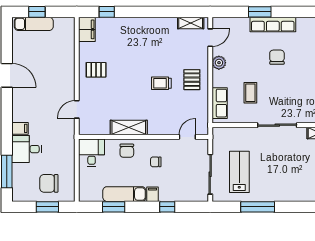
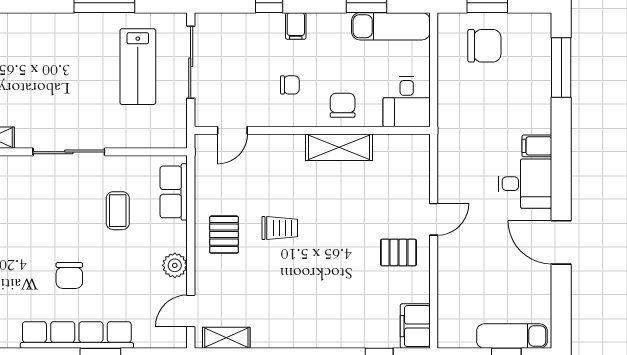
row of seats: (273, 24) -> (77, 335), width x1.36
door: (77, 109) -> (434, 219), moved
desk: (27, 149) -> (525, 184), moved
exam couch: (124, 194) -> (391, 26), moved

